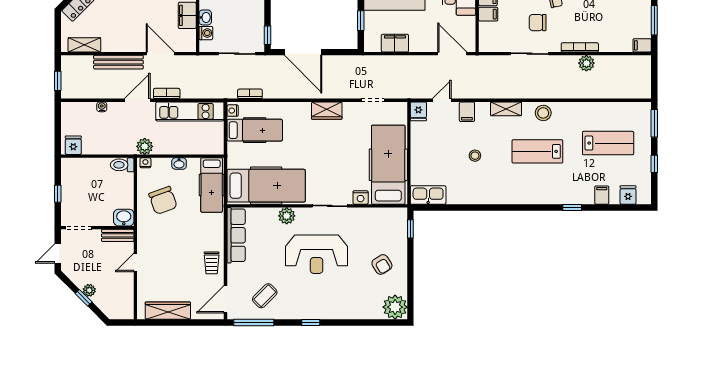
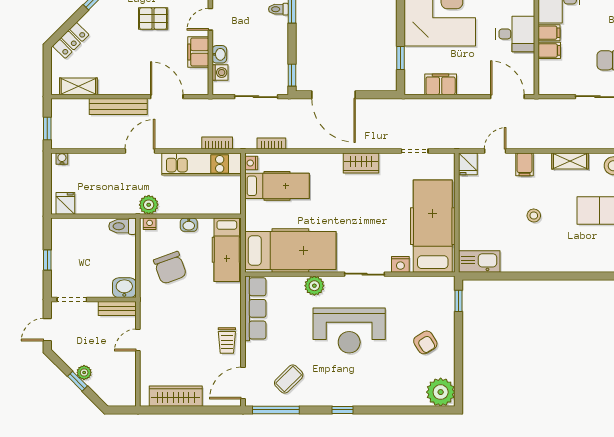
bookcase: (167, 93) -> (217, 143), moved
water cooler: (102, 107) -> (62, 159), moved

